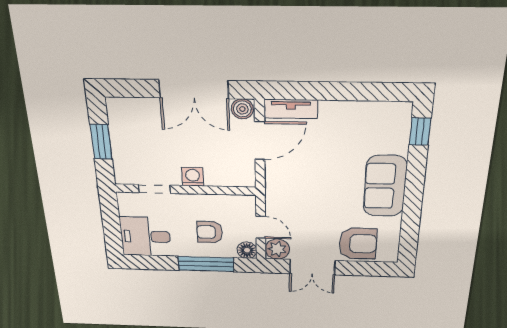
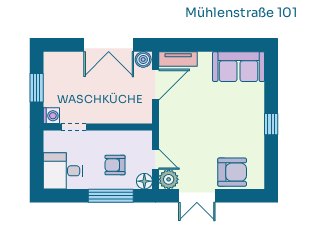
window: (420, 132) -> (271, 124), moved
washing machine: (193, 177) -> (51, 116), moved, turned 90
sofa: (385, 186) -> (239, 67), moved, turned -90

